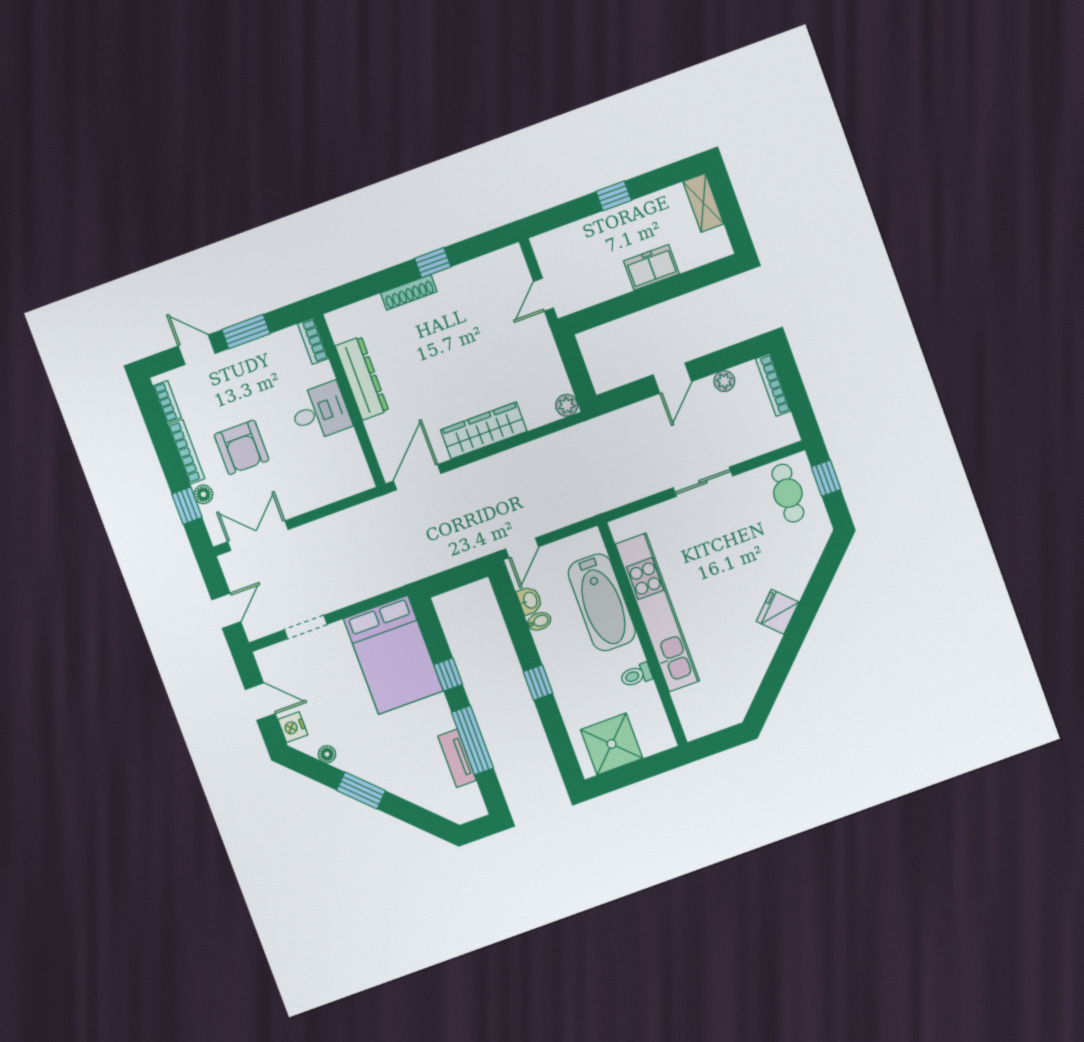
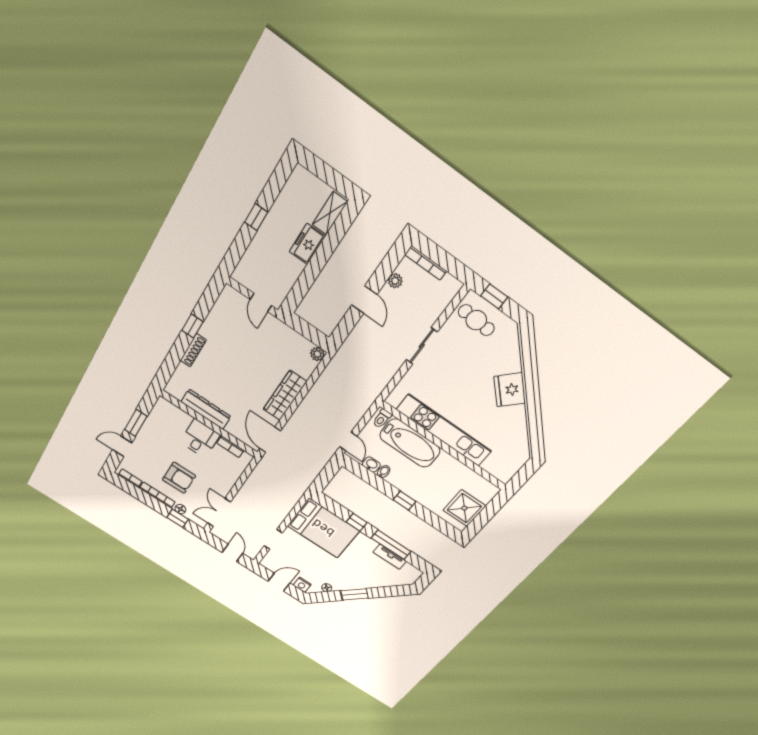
shelving: (703, 203) -> (330, 213), moved, turned 90
bookcase: (313, 341) -> (230, 447), moved
fridge: (778, 612) -> (510, 390), width x1.36, depth x1.34
toilet: (636, 675) -> (382, 419), moved

